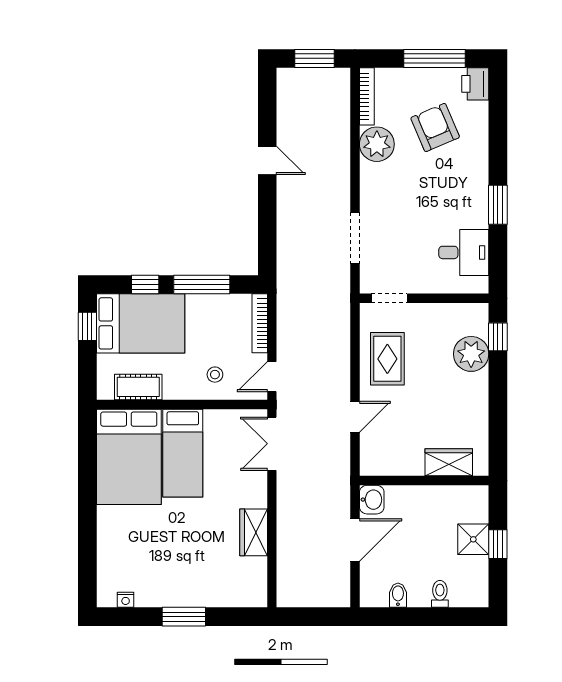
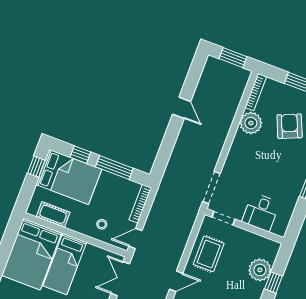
doorway: (355, 238) -> (211, 188), moved
desk: (464, 252) -> (261, 212), moved, turned 90
window: (498, 337) -> (273, 283), moved

